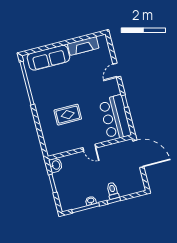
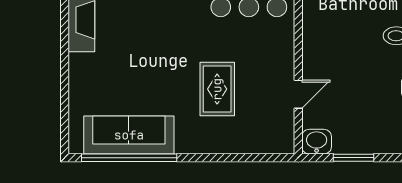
sofa: (48, 58) -> (129, 135), moved, turned -90
door: (89, 148) -> (298, 94), moved

